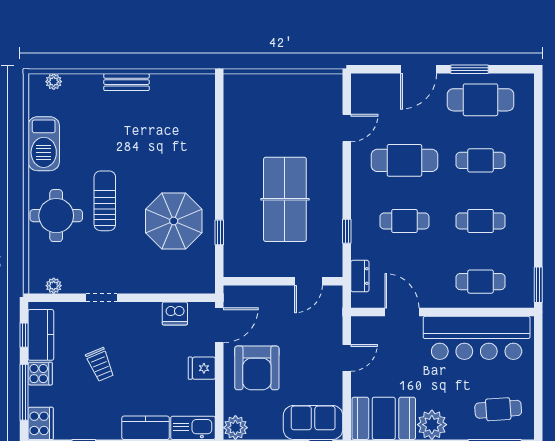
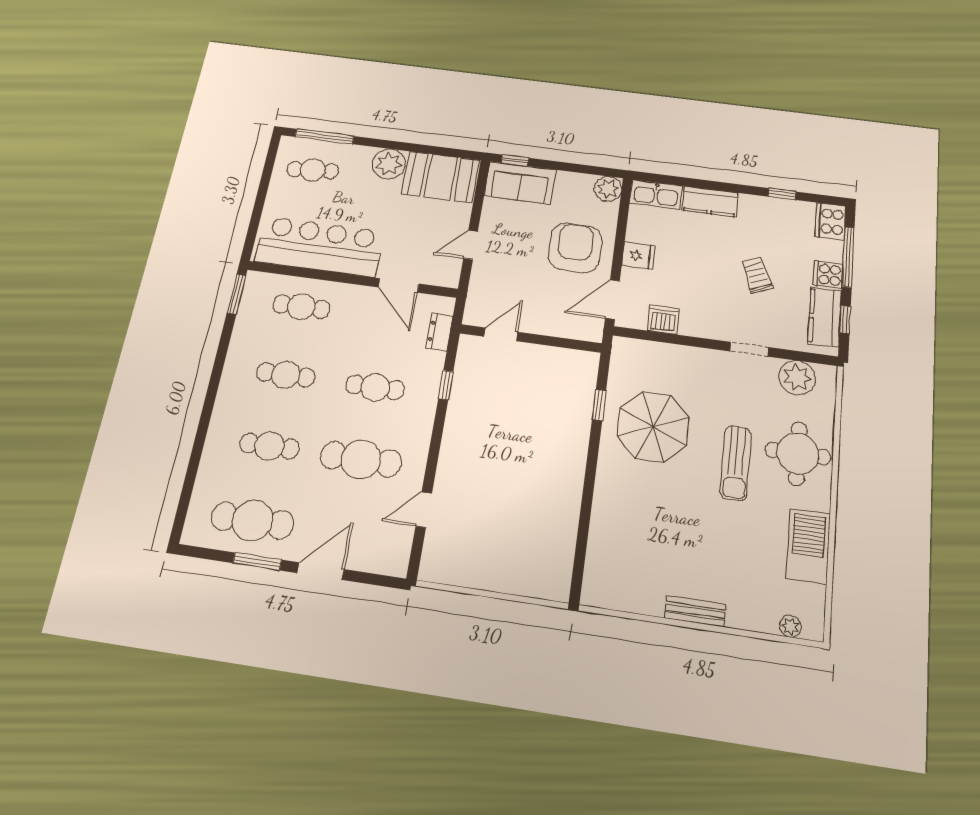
table tennis table: (285, 199) -> (514, 433), removed
plant: (54, 286) -> (797, 378), width x1.88, depth x1.88

